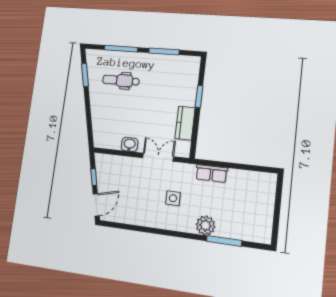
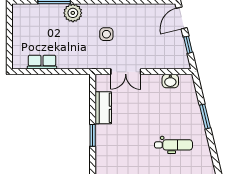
window: (85, 75) -> (205, 117), moved
washbasin: (130, 144) -> (170, 81), moved
row of seats: (211, 173) -> (42, 62), moved

